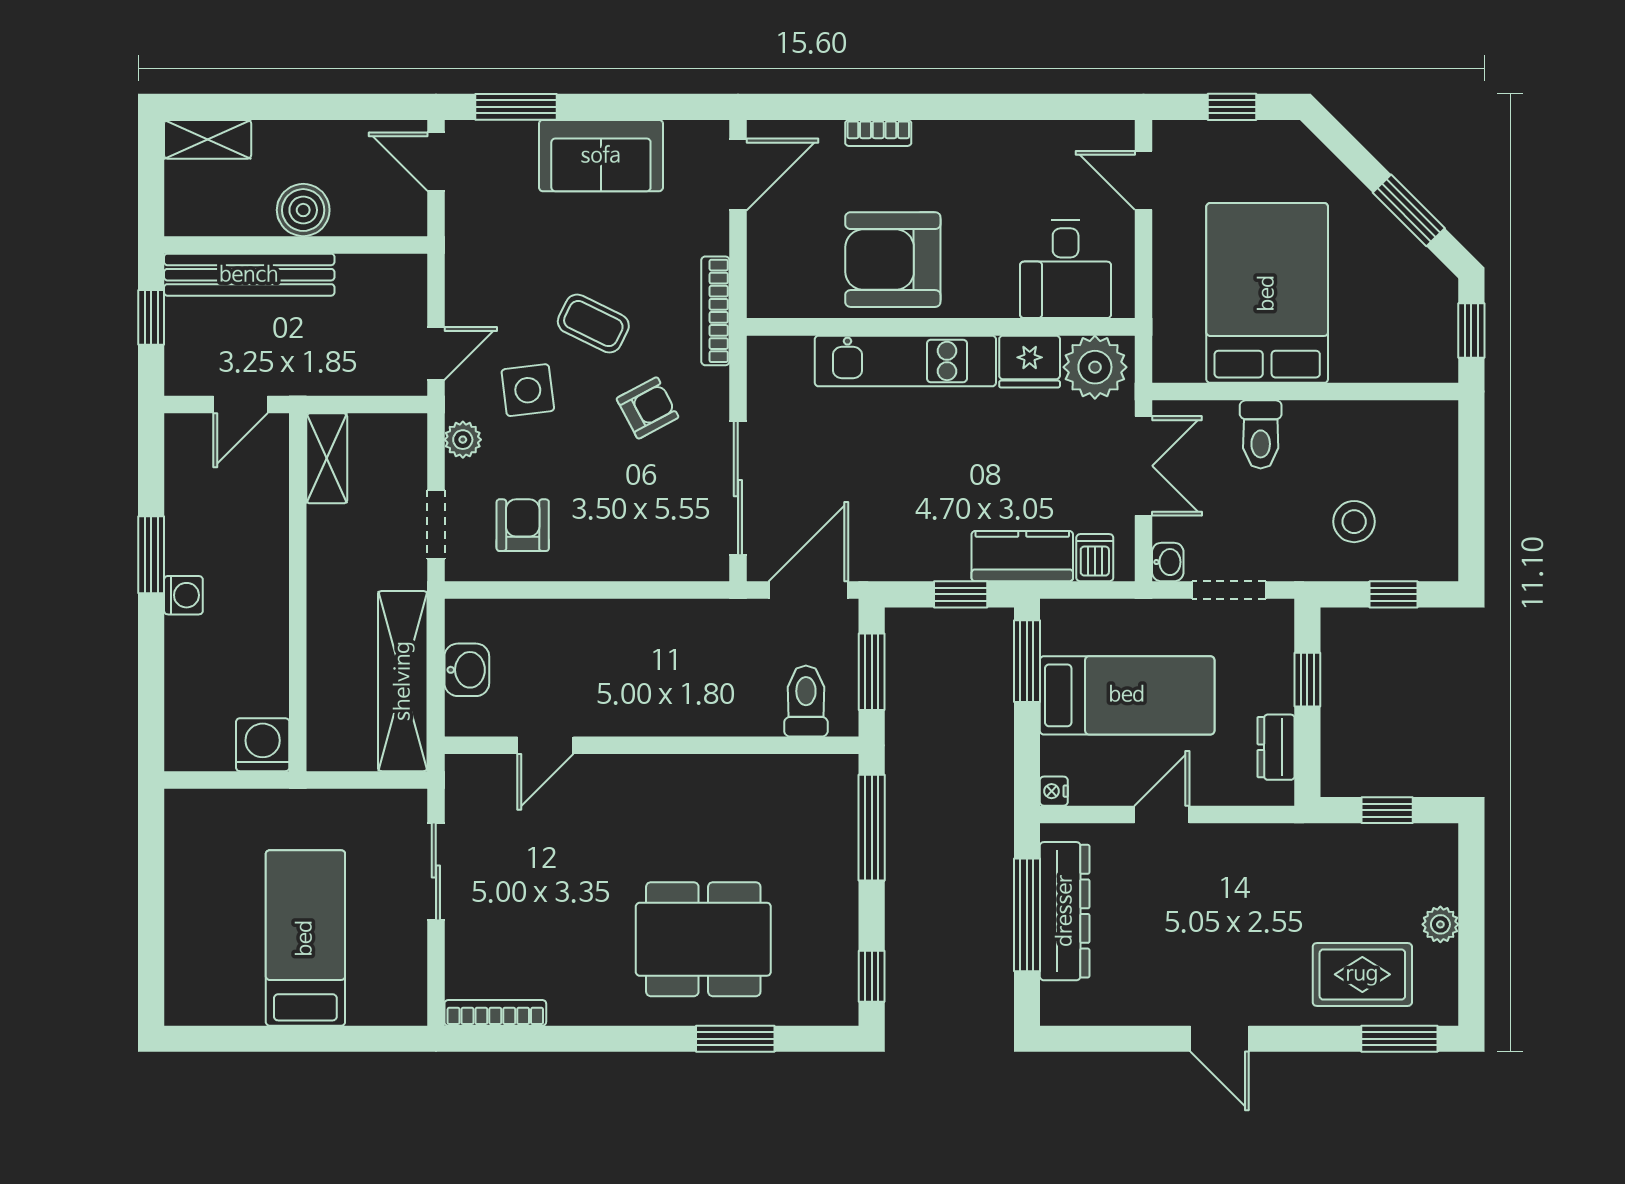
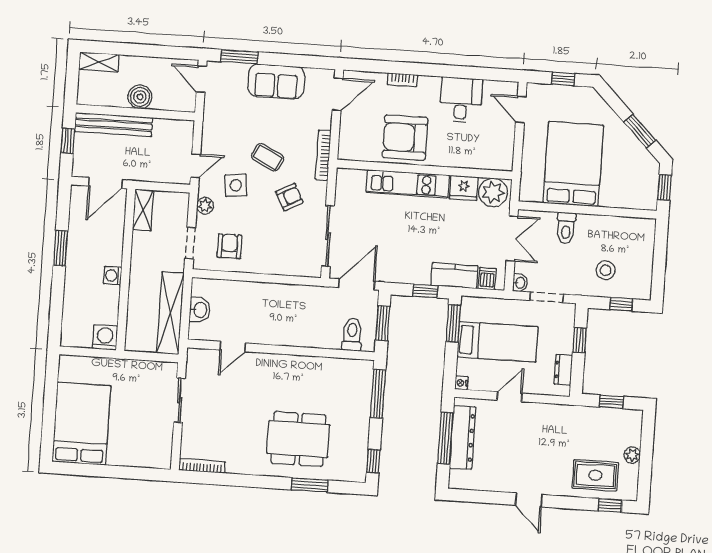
desk: (1066, 269) -> (461, 100), moved, turned 180
door: (240, 405) -> (106, 183), width x1.38
washing machine: (183, 595) -> (113, 276), moved, turned 180
bed: (305, 938) -> (81, 424), moved, width x1.50
window: (1399, 1039) -> (610, 505), width x0.67

